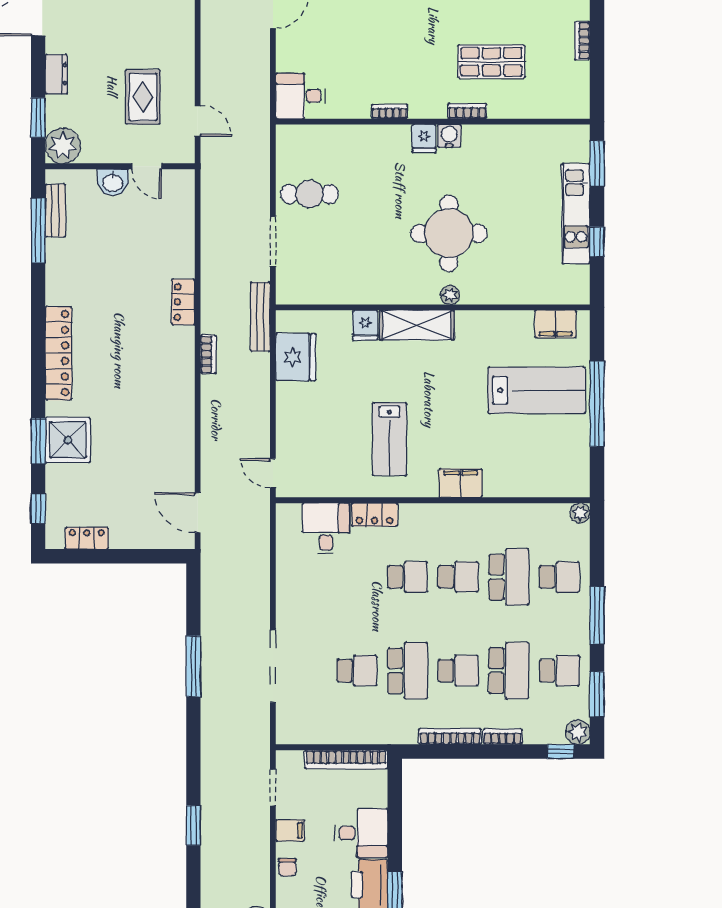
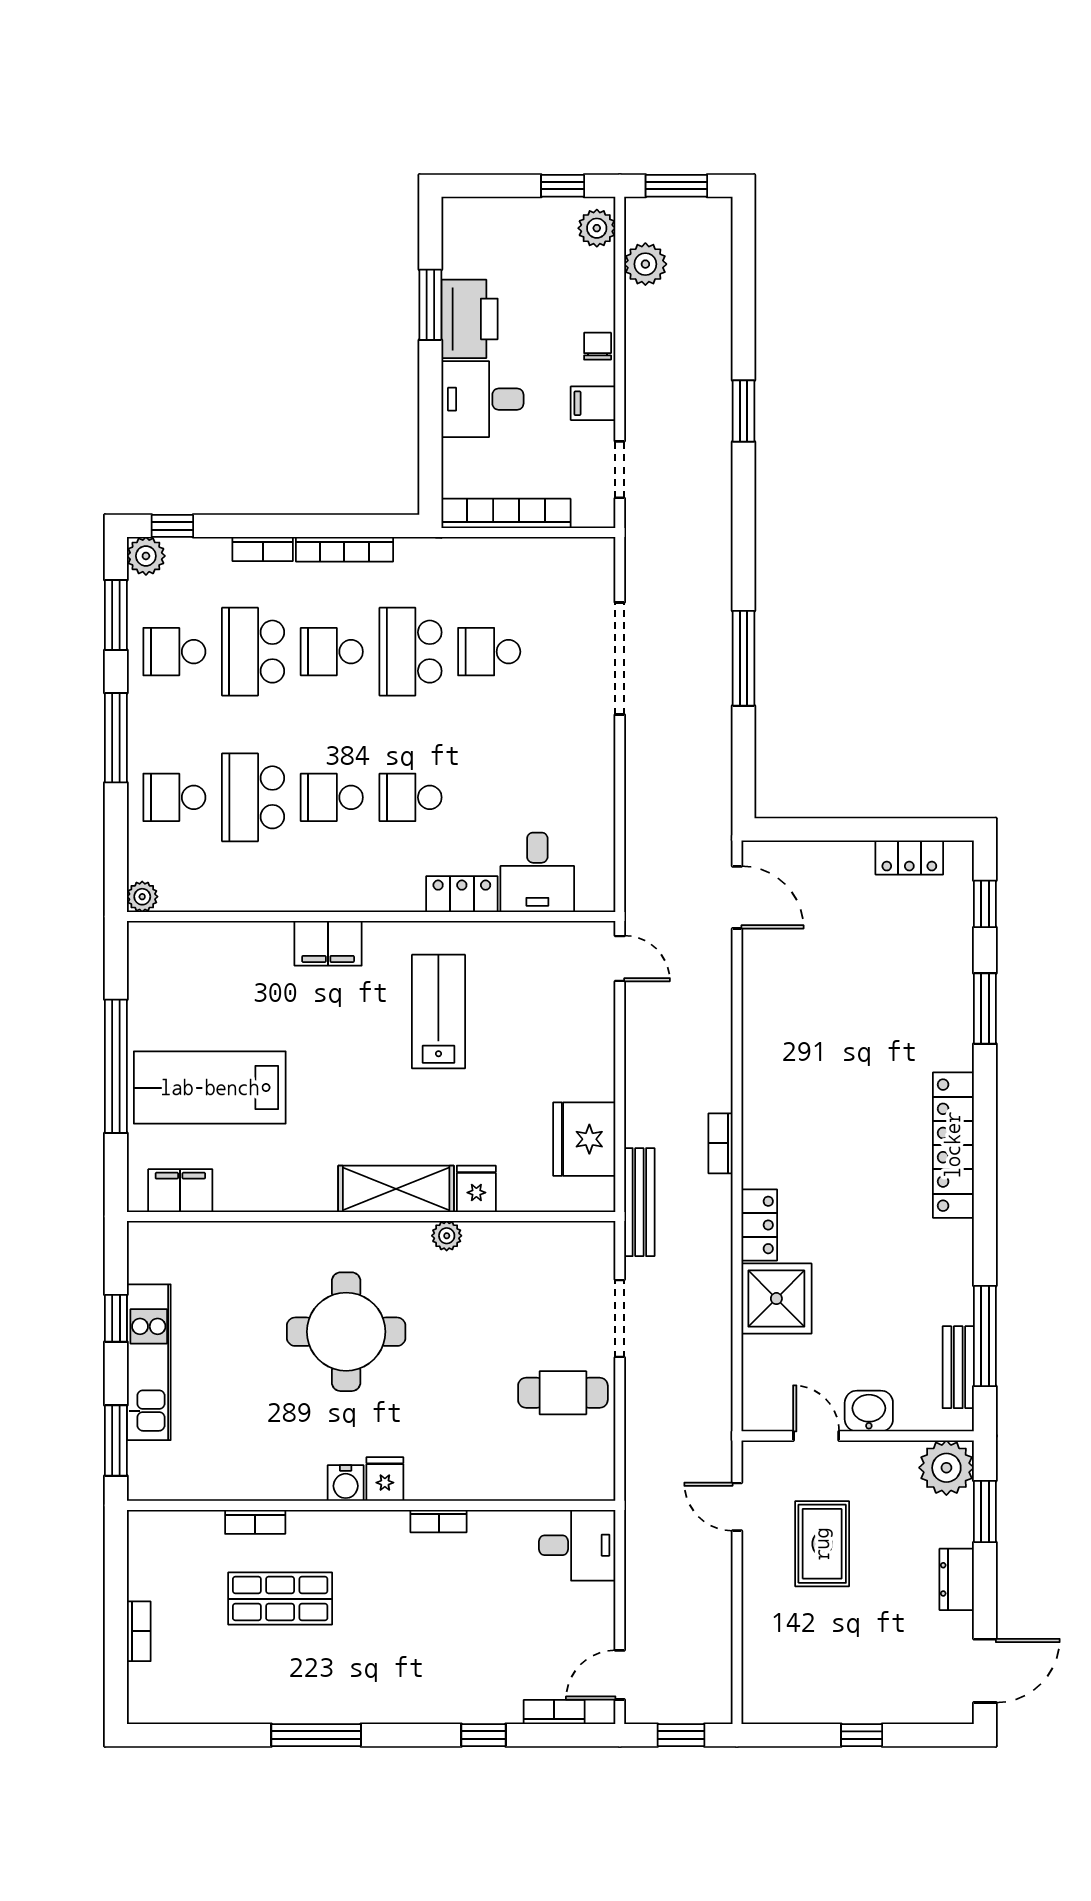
bookcase: (467, 111) -> (255, 1522), moved
plant: (450, 295) -> (447, 1236), moved
shower: (68, 440) -> (776, 1299), moved

